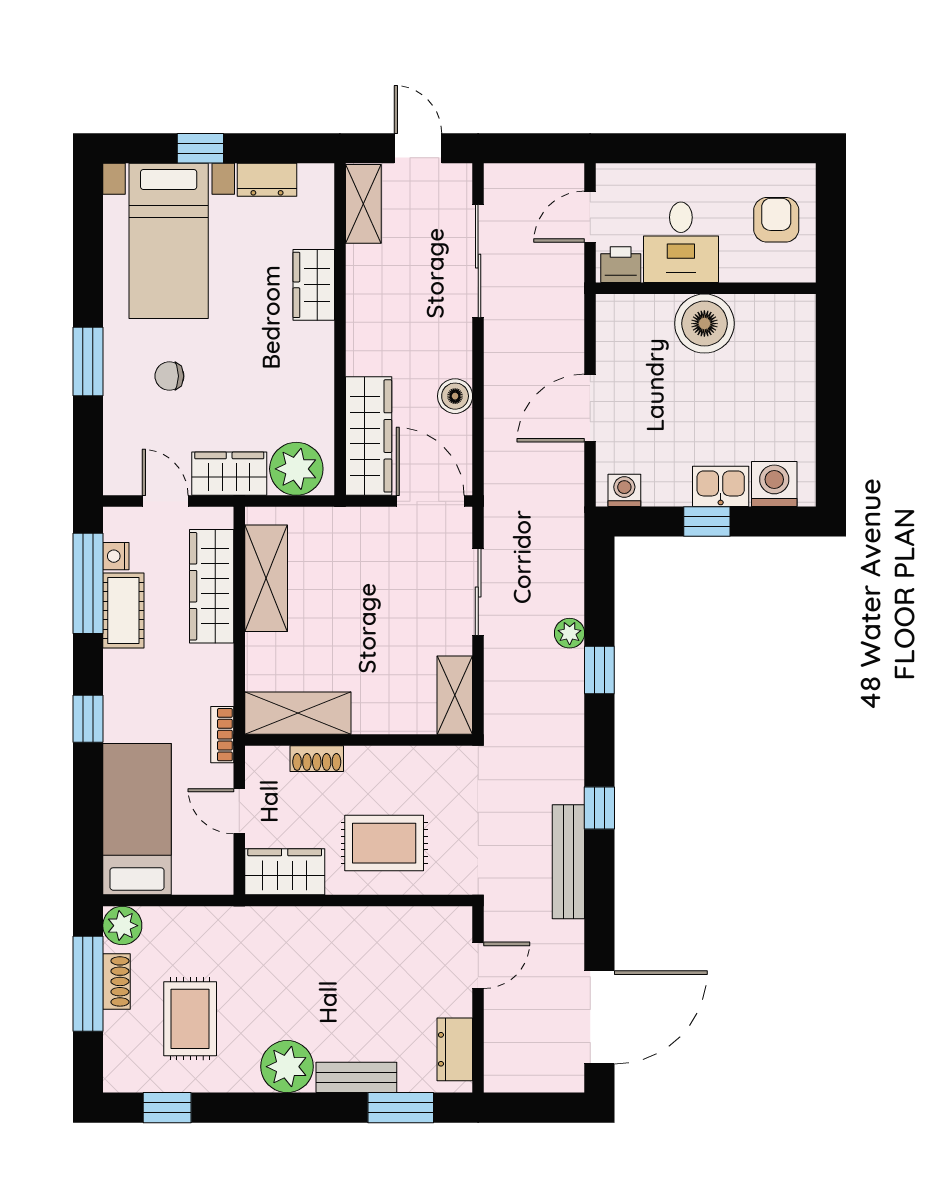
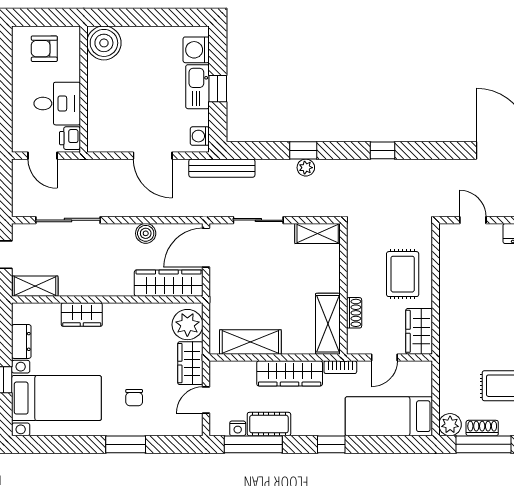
boiler: (704, 324) -> (104, 43), moved
kitchen sink: (721, 486) -> (198, 87), width x1.38
wardrobe: (212, 586) -> (290, 373), moved
plant: (570, 633) -> (306, 168), moved
bench: (568, 862) -> (222, 168), moved

